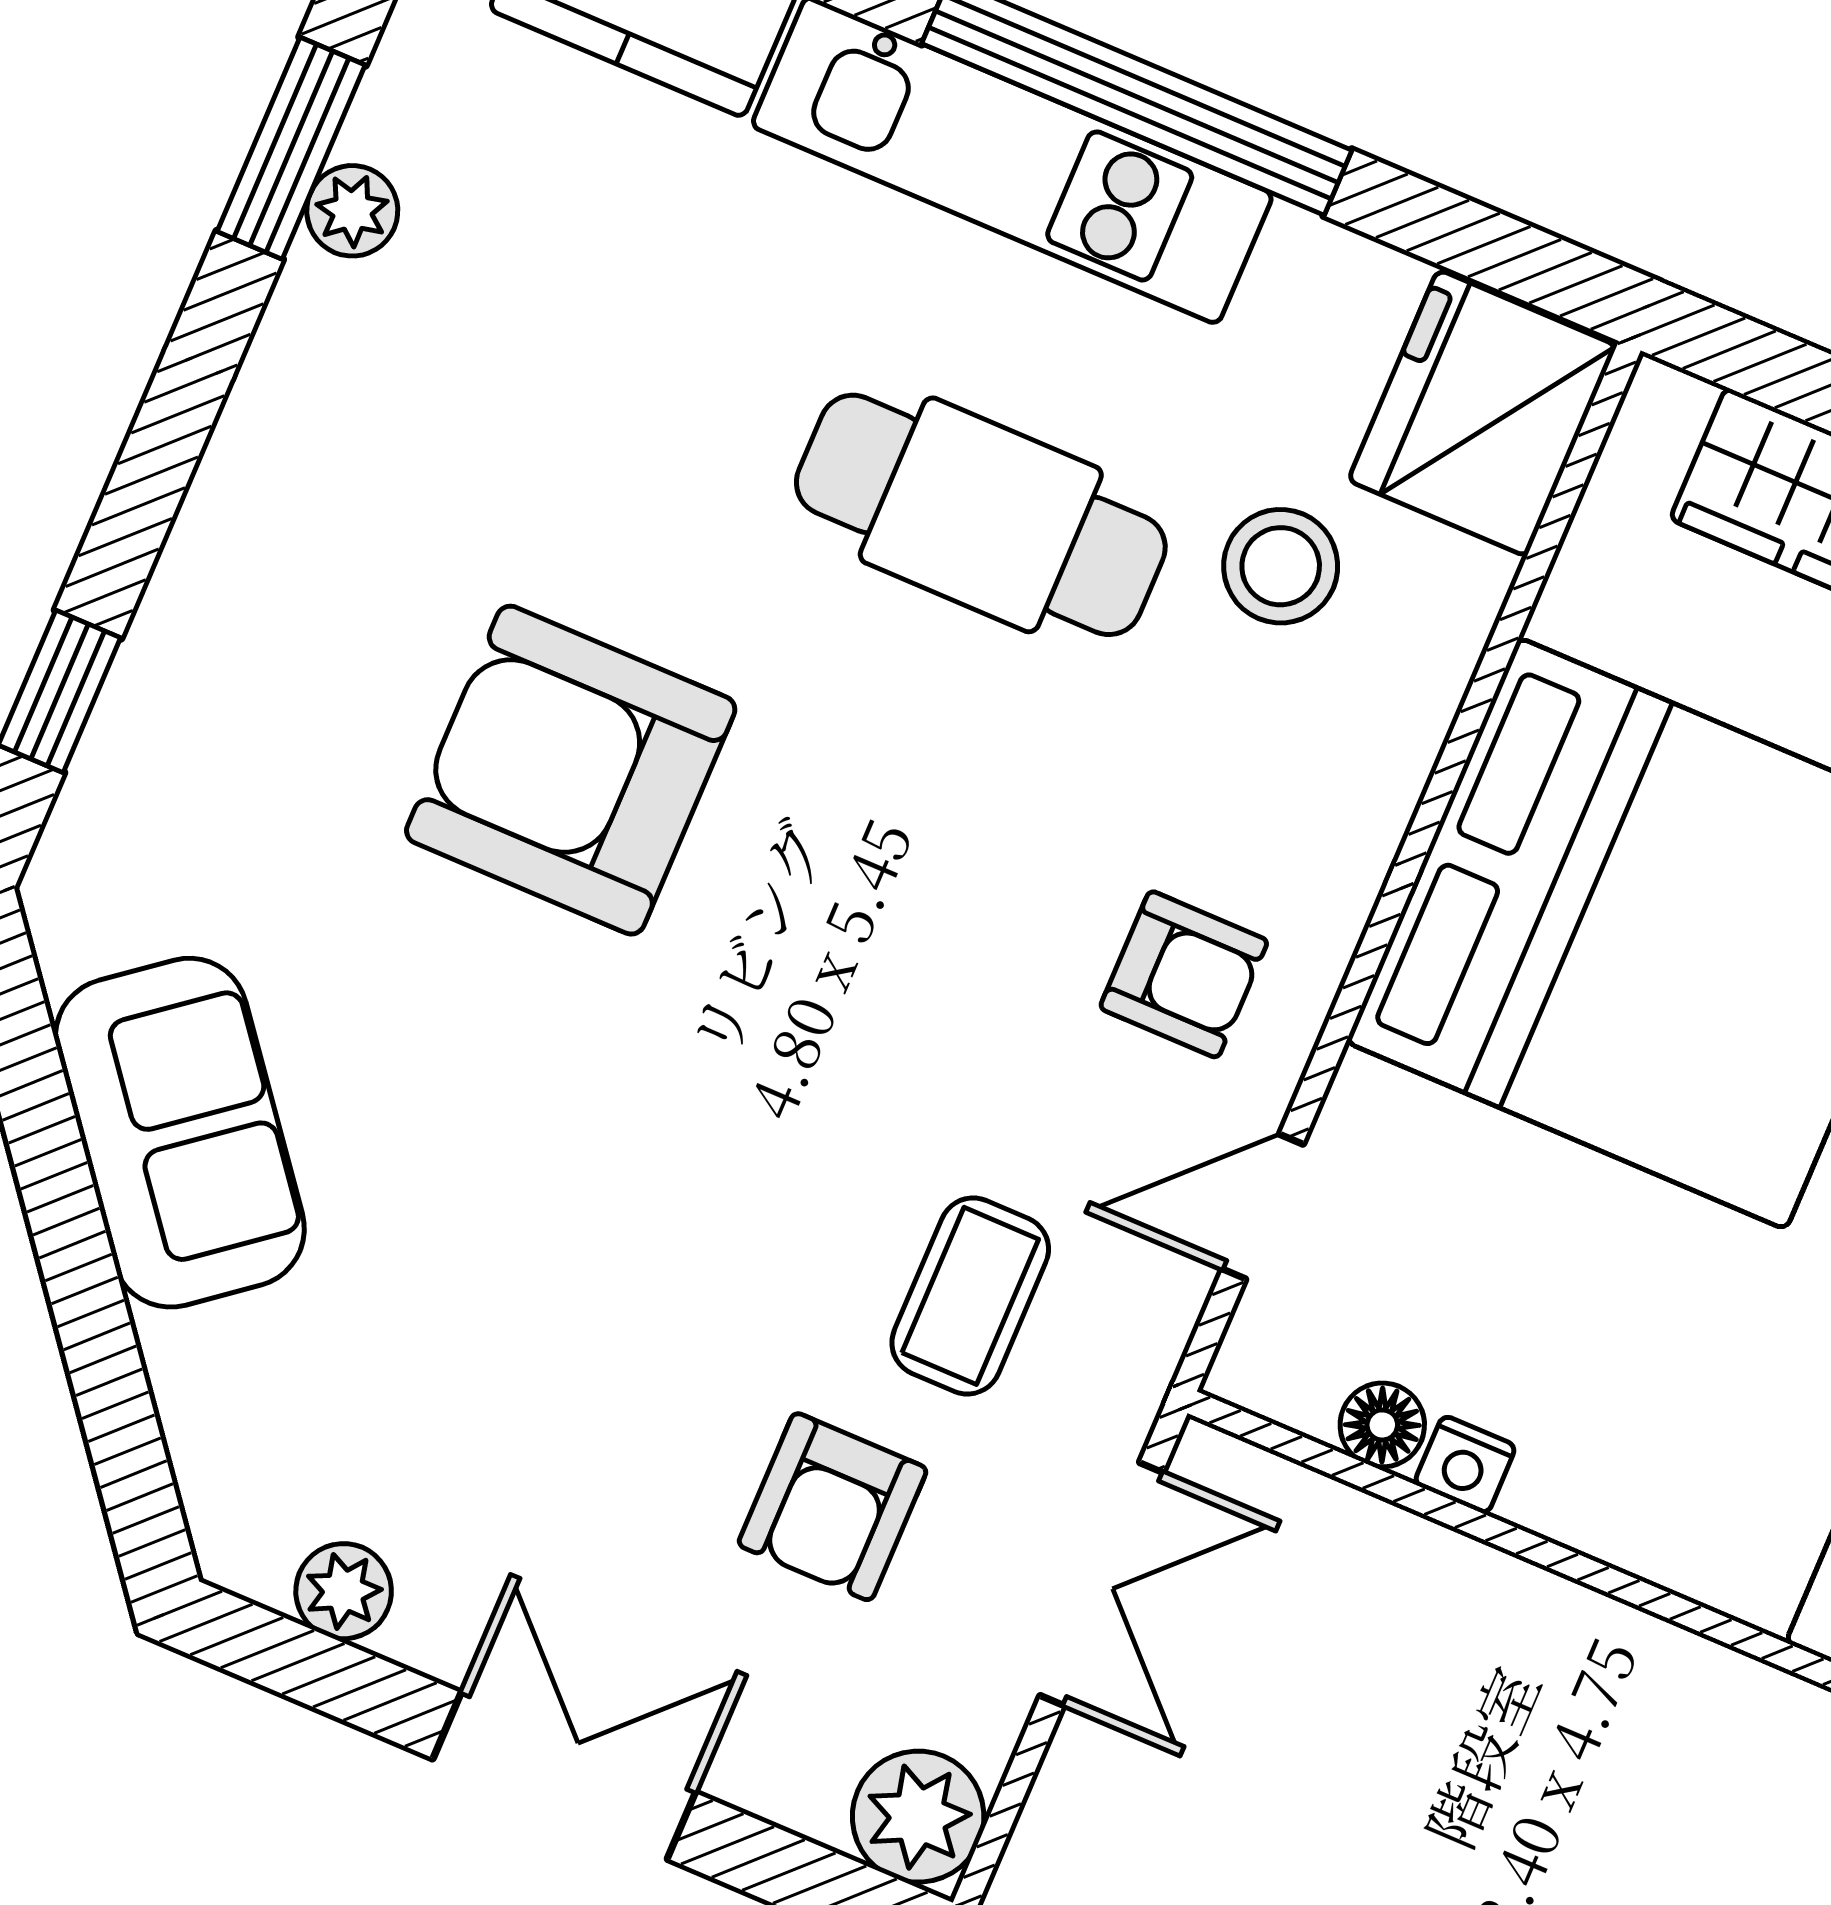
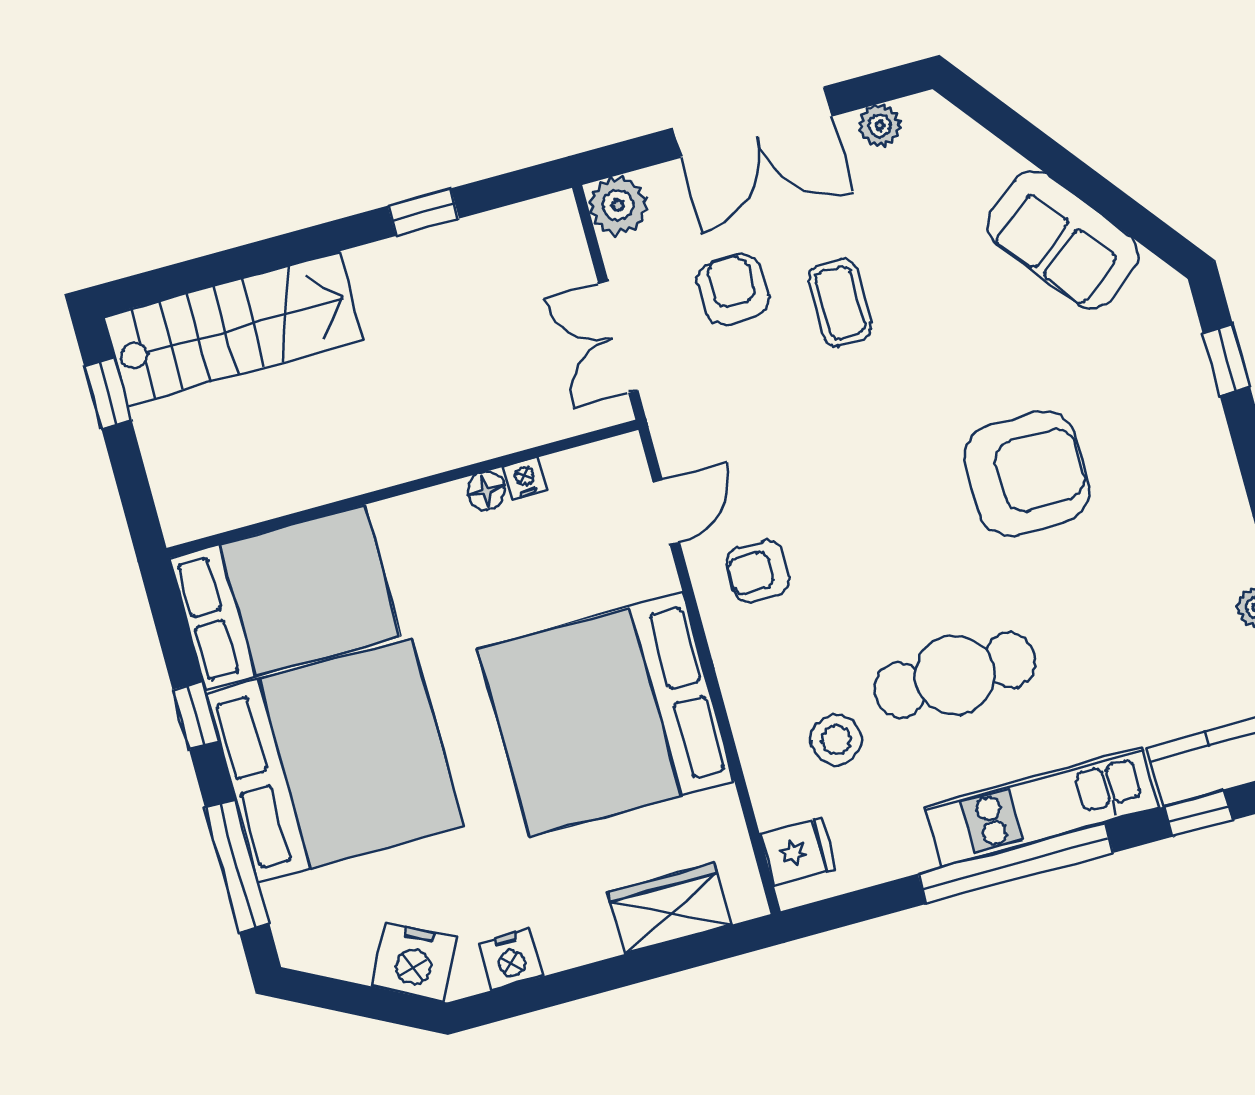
fridge: (1482, 413) -> (798, 851), width x0.53, depth x0.75
coffee table: (970, 1296) -> (840, 303), moved
floor lamp: (1382, 1425) -> (486, 491), moved
double door: (564, 1776) -> (752, 122), width x1.37

